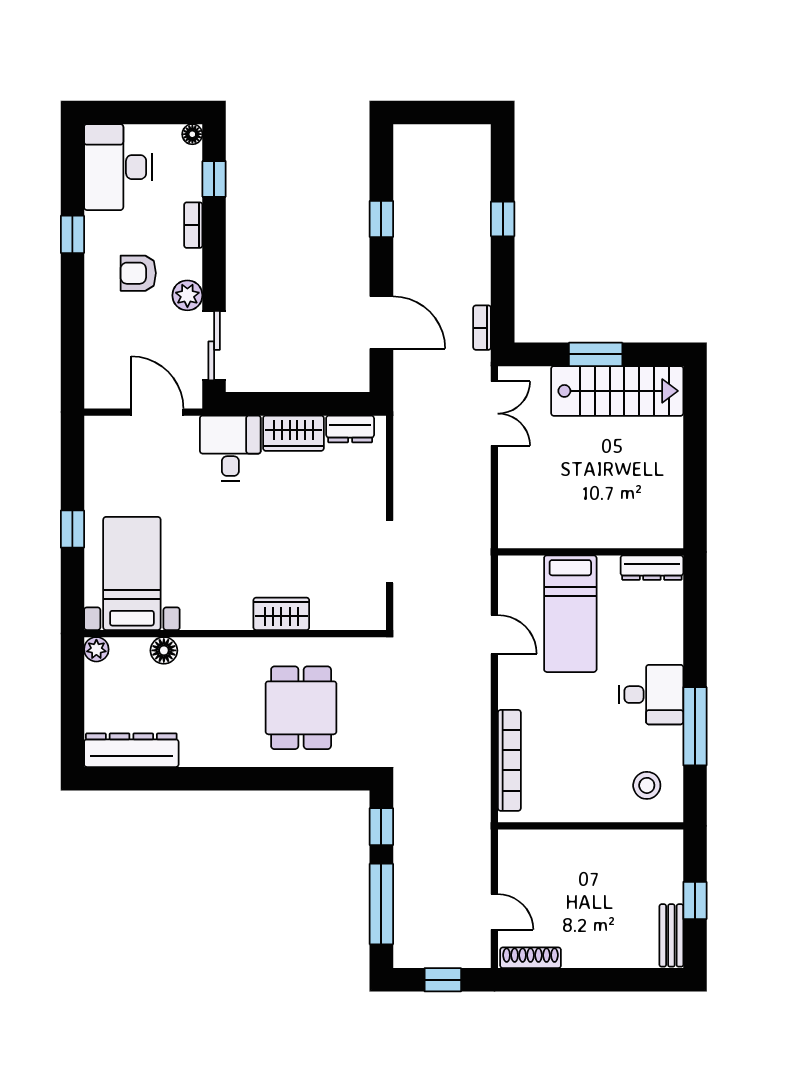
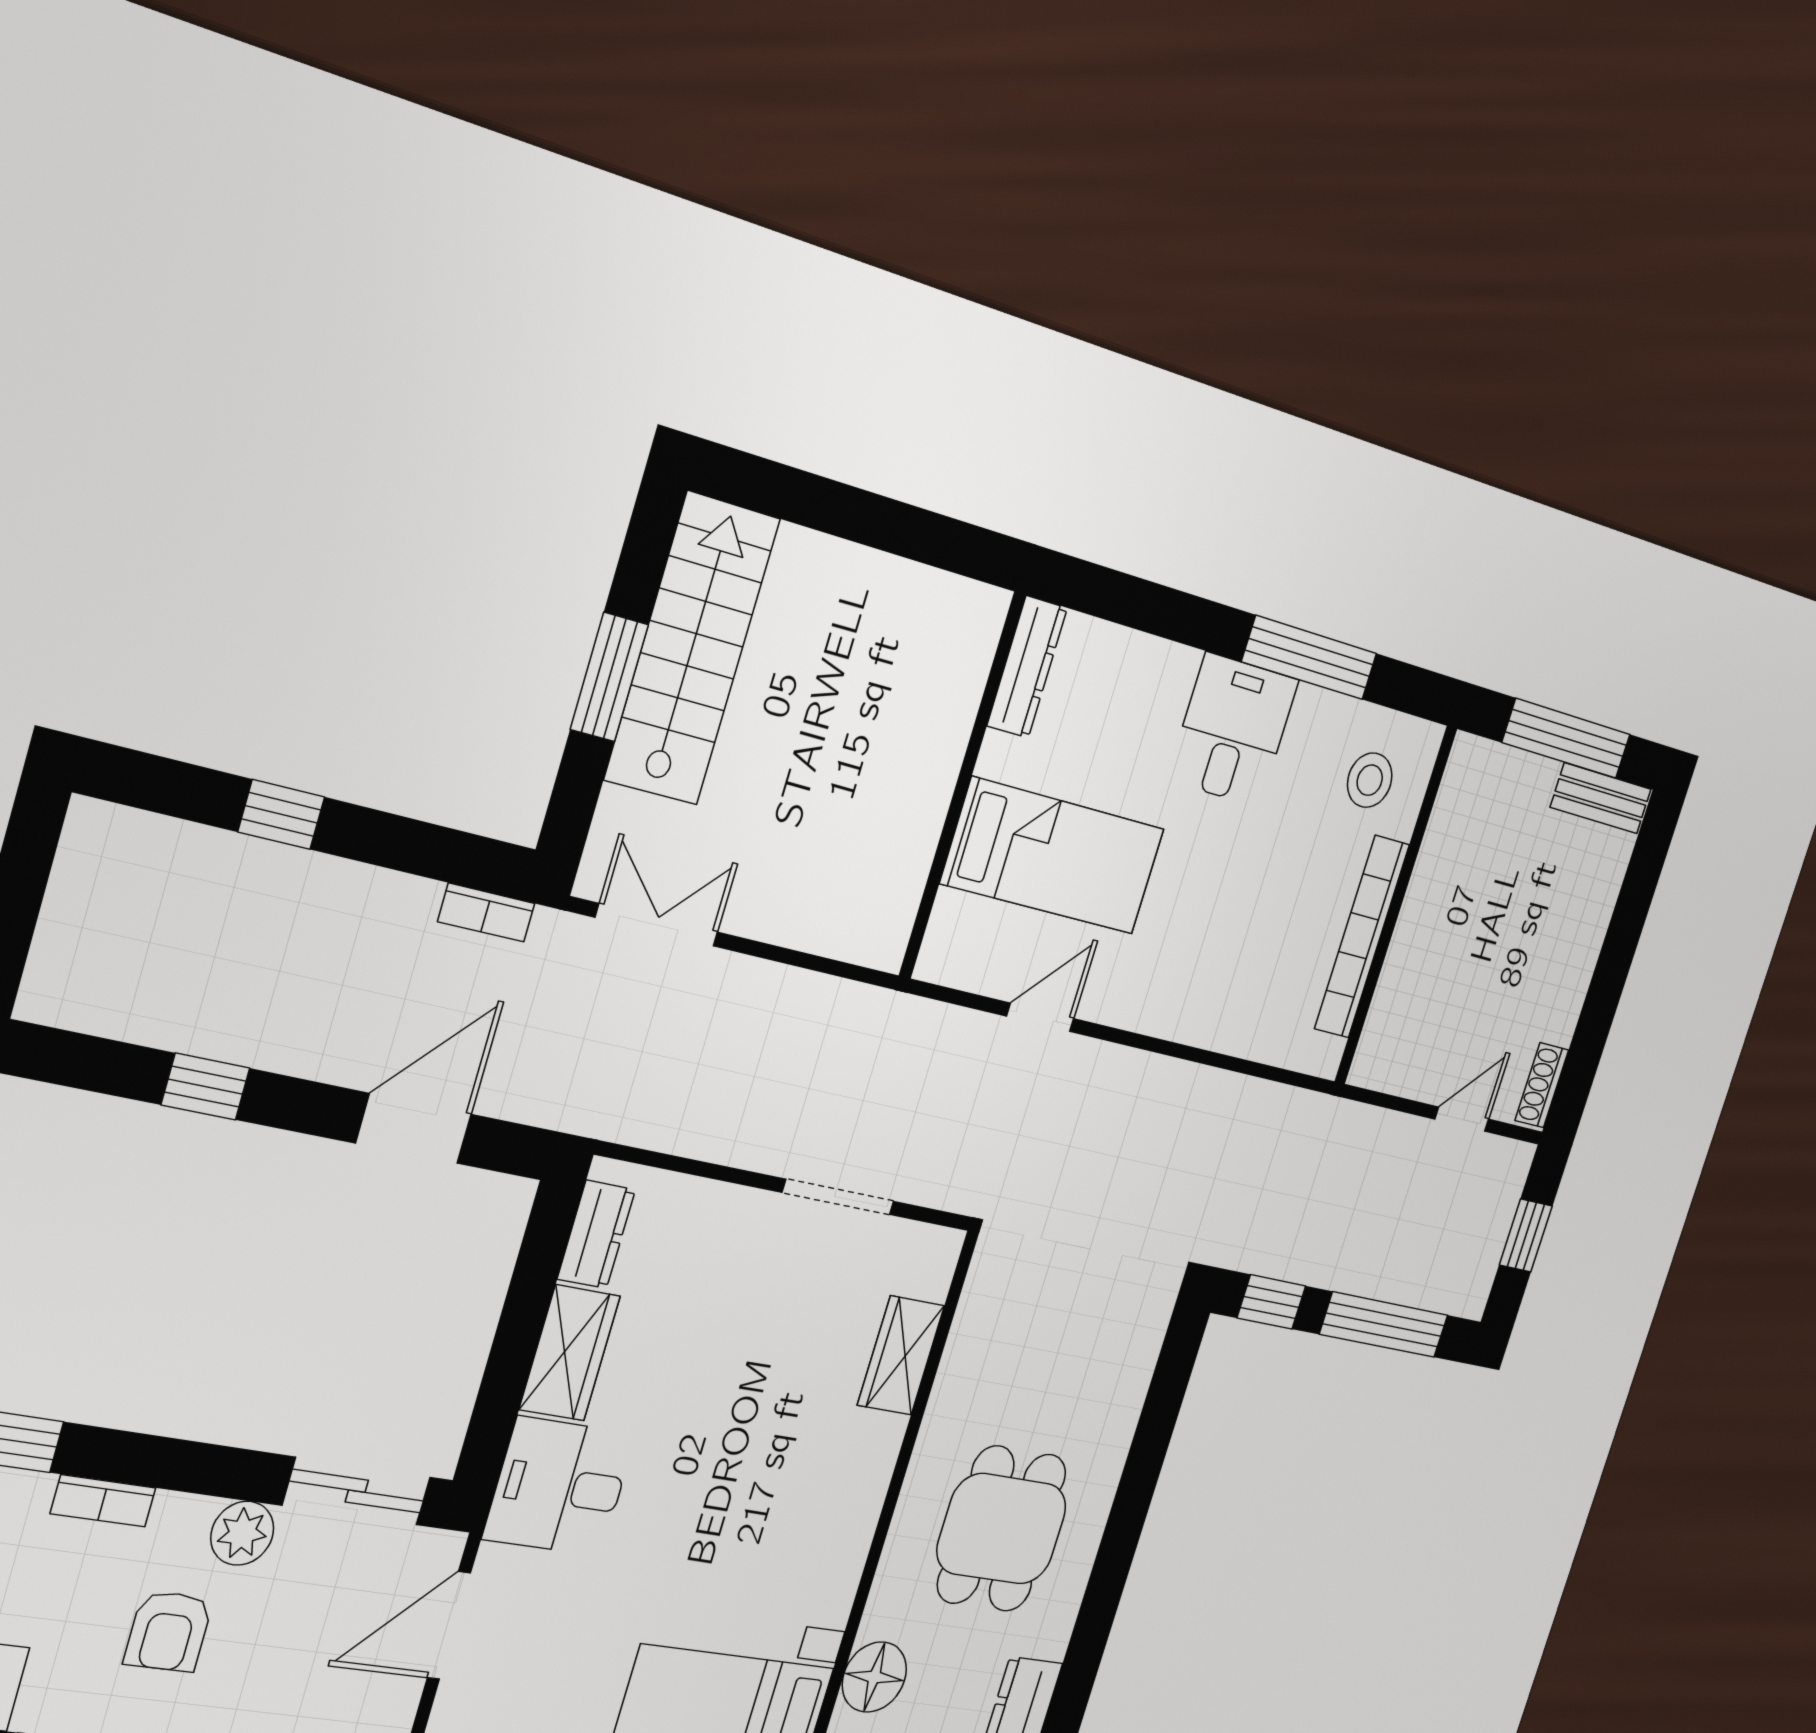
wardrobe: (281, 614) -> (901, 1355), moved
floor lamp: (164, 650) -> (874, 1677), width x1.38, depth x1.38
dining table: (301, 708) -> (1002, 1529), moved, turned 90
bookcase: (509, 760) -> (1362, 937), moved, turned -90
window: (695, 900) -> (1566, 738), width x2.17
shoe rack: (531, 958) -> (1542, 1085), width x0.70

